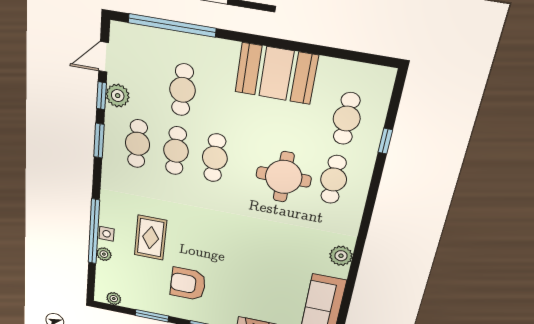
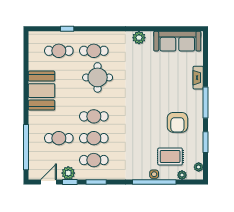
door: (104, 57) -> (48, 182), swing flipped
rug: (151, 238) -> (170, 156), moved
plant: (104, 254) -> (182, 175), moved

